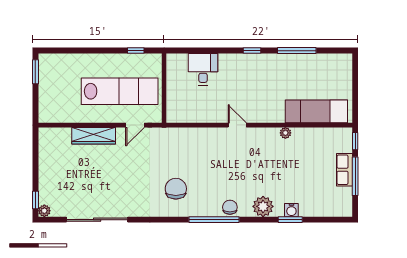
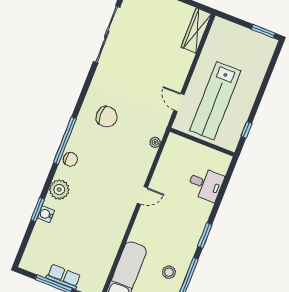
window: (252, 51) -> (205, 235), width x1.50
stool: (301, 71) -> (169, 272), added
plant: (285, 133) -> (155, 142), moved
wardrobe: (94, 136) -> (196, 31), moved

